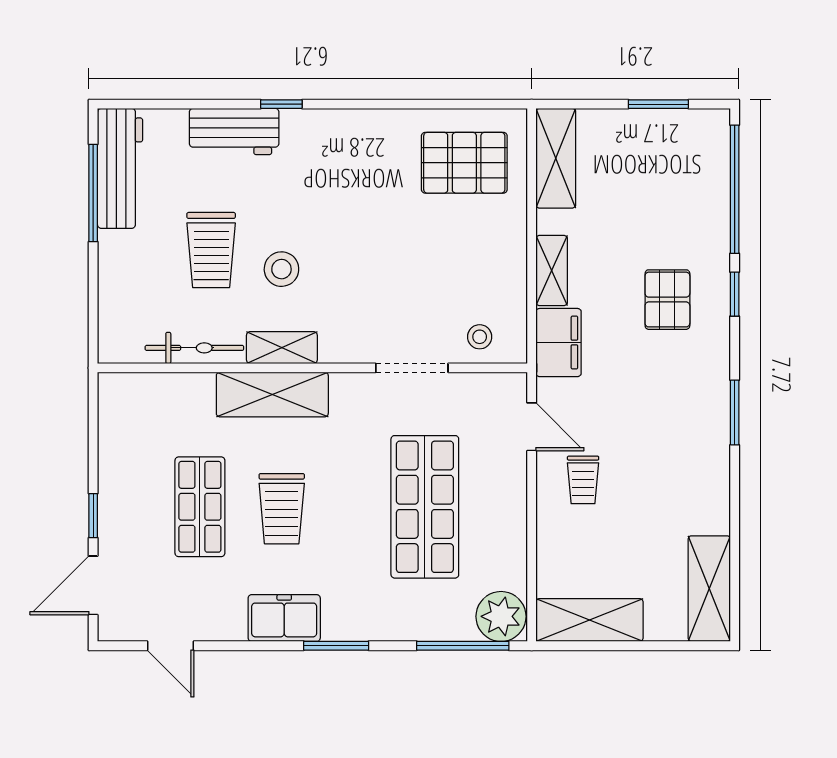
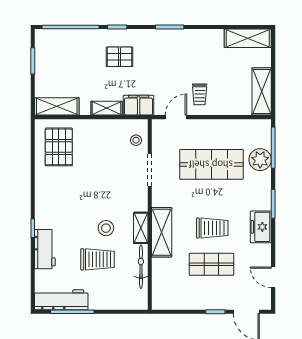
trolley: (583, 480) -> (200, 94), turned 90
plant: (501, 616) -> (260, 160), moved
door: (170, 646) -> (273, 277), swing flipped

